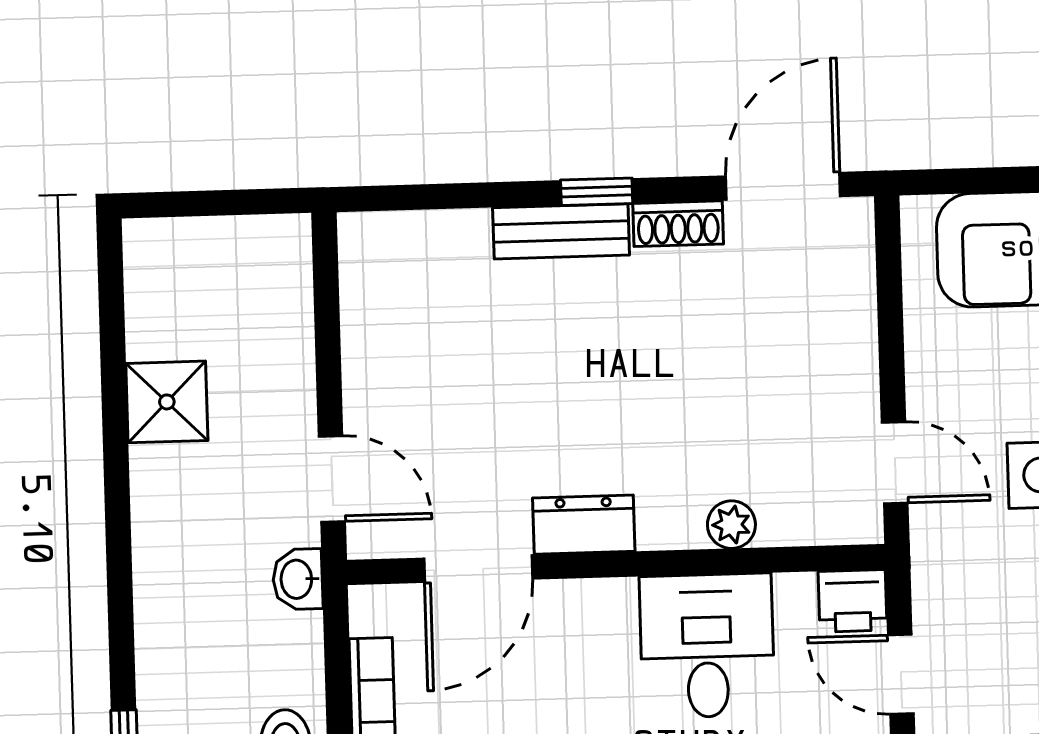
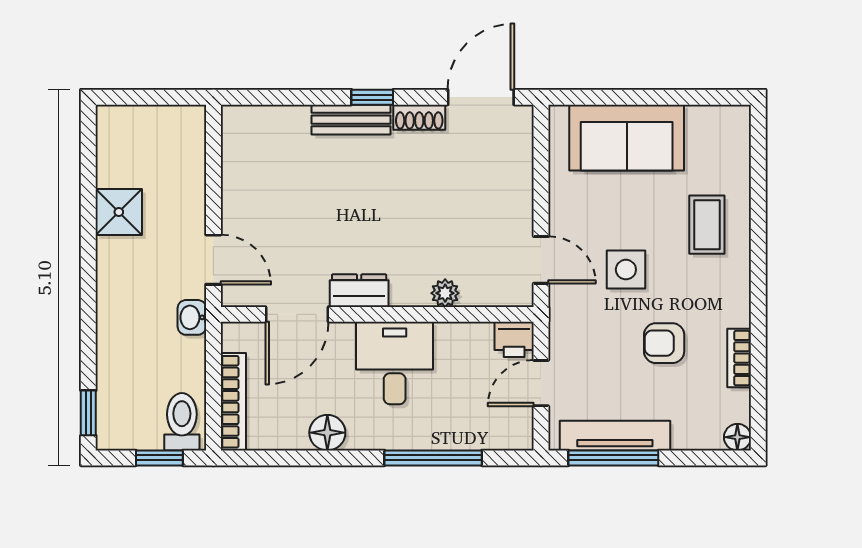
desk: (707, 646) -> (395, 363), moved
door: (901, 674) -> (541, 383), hinge flipped

